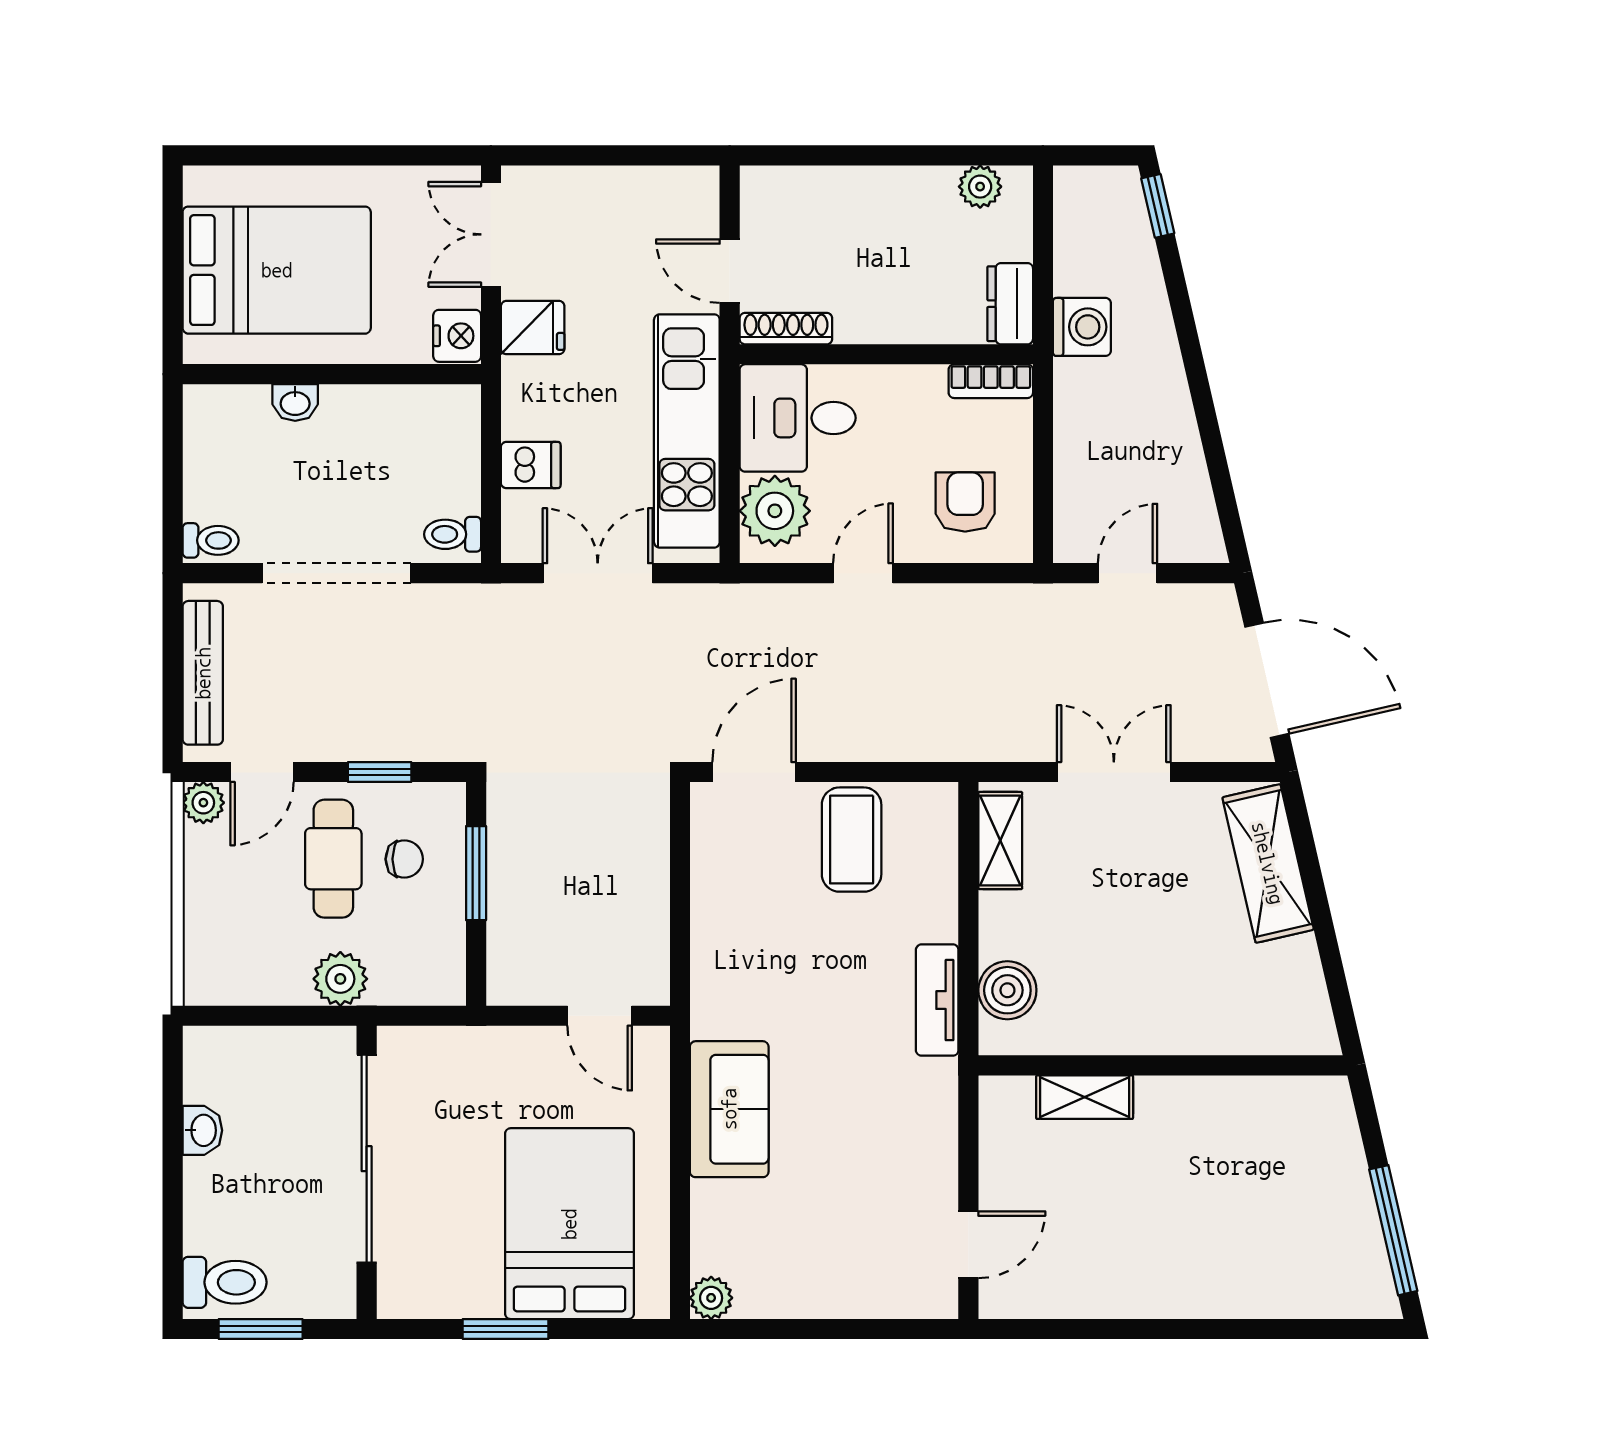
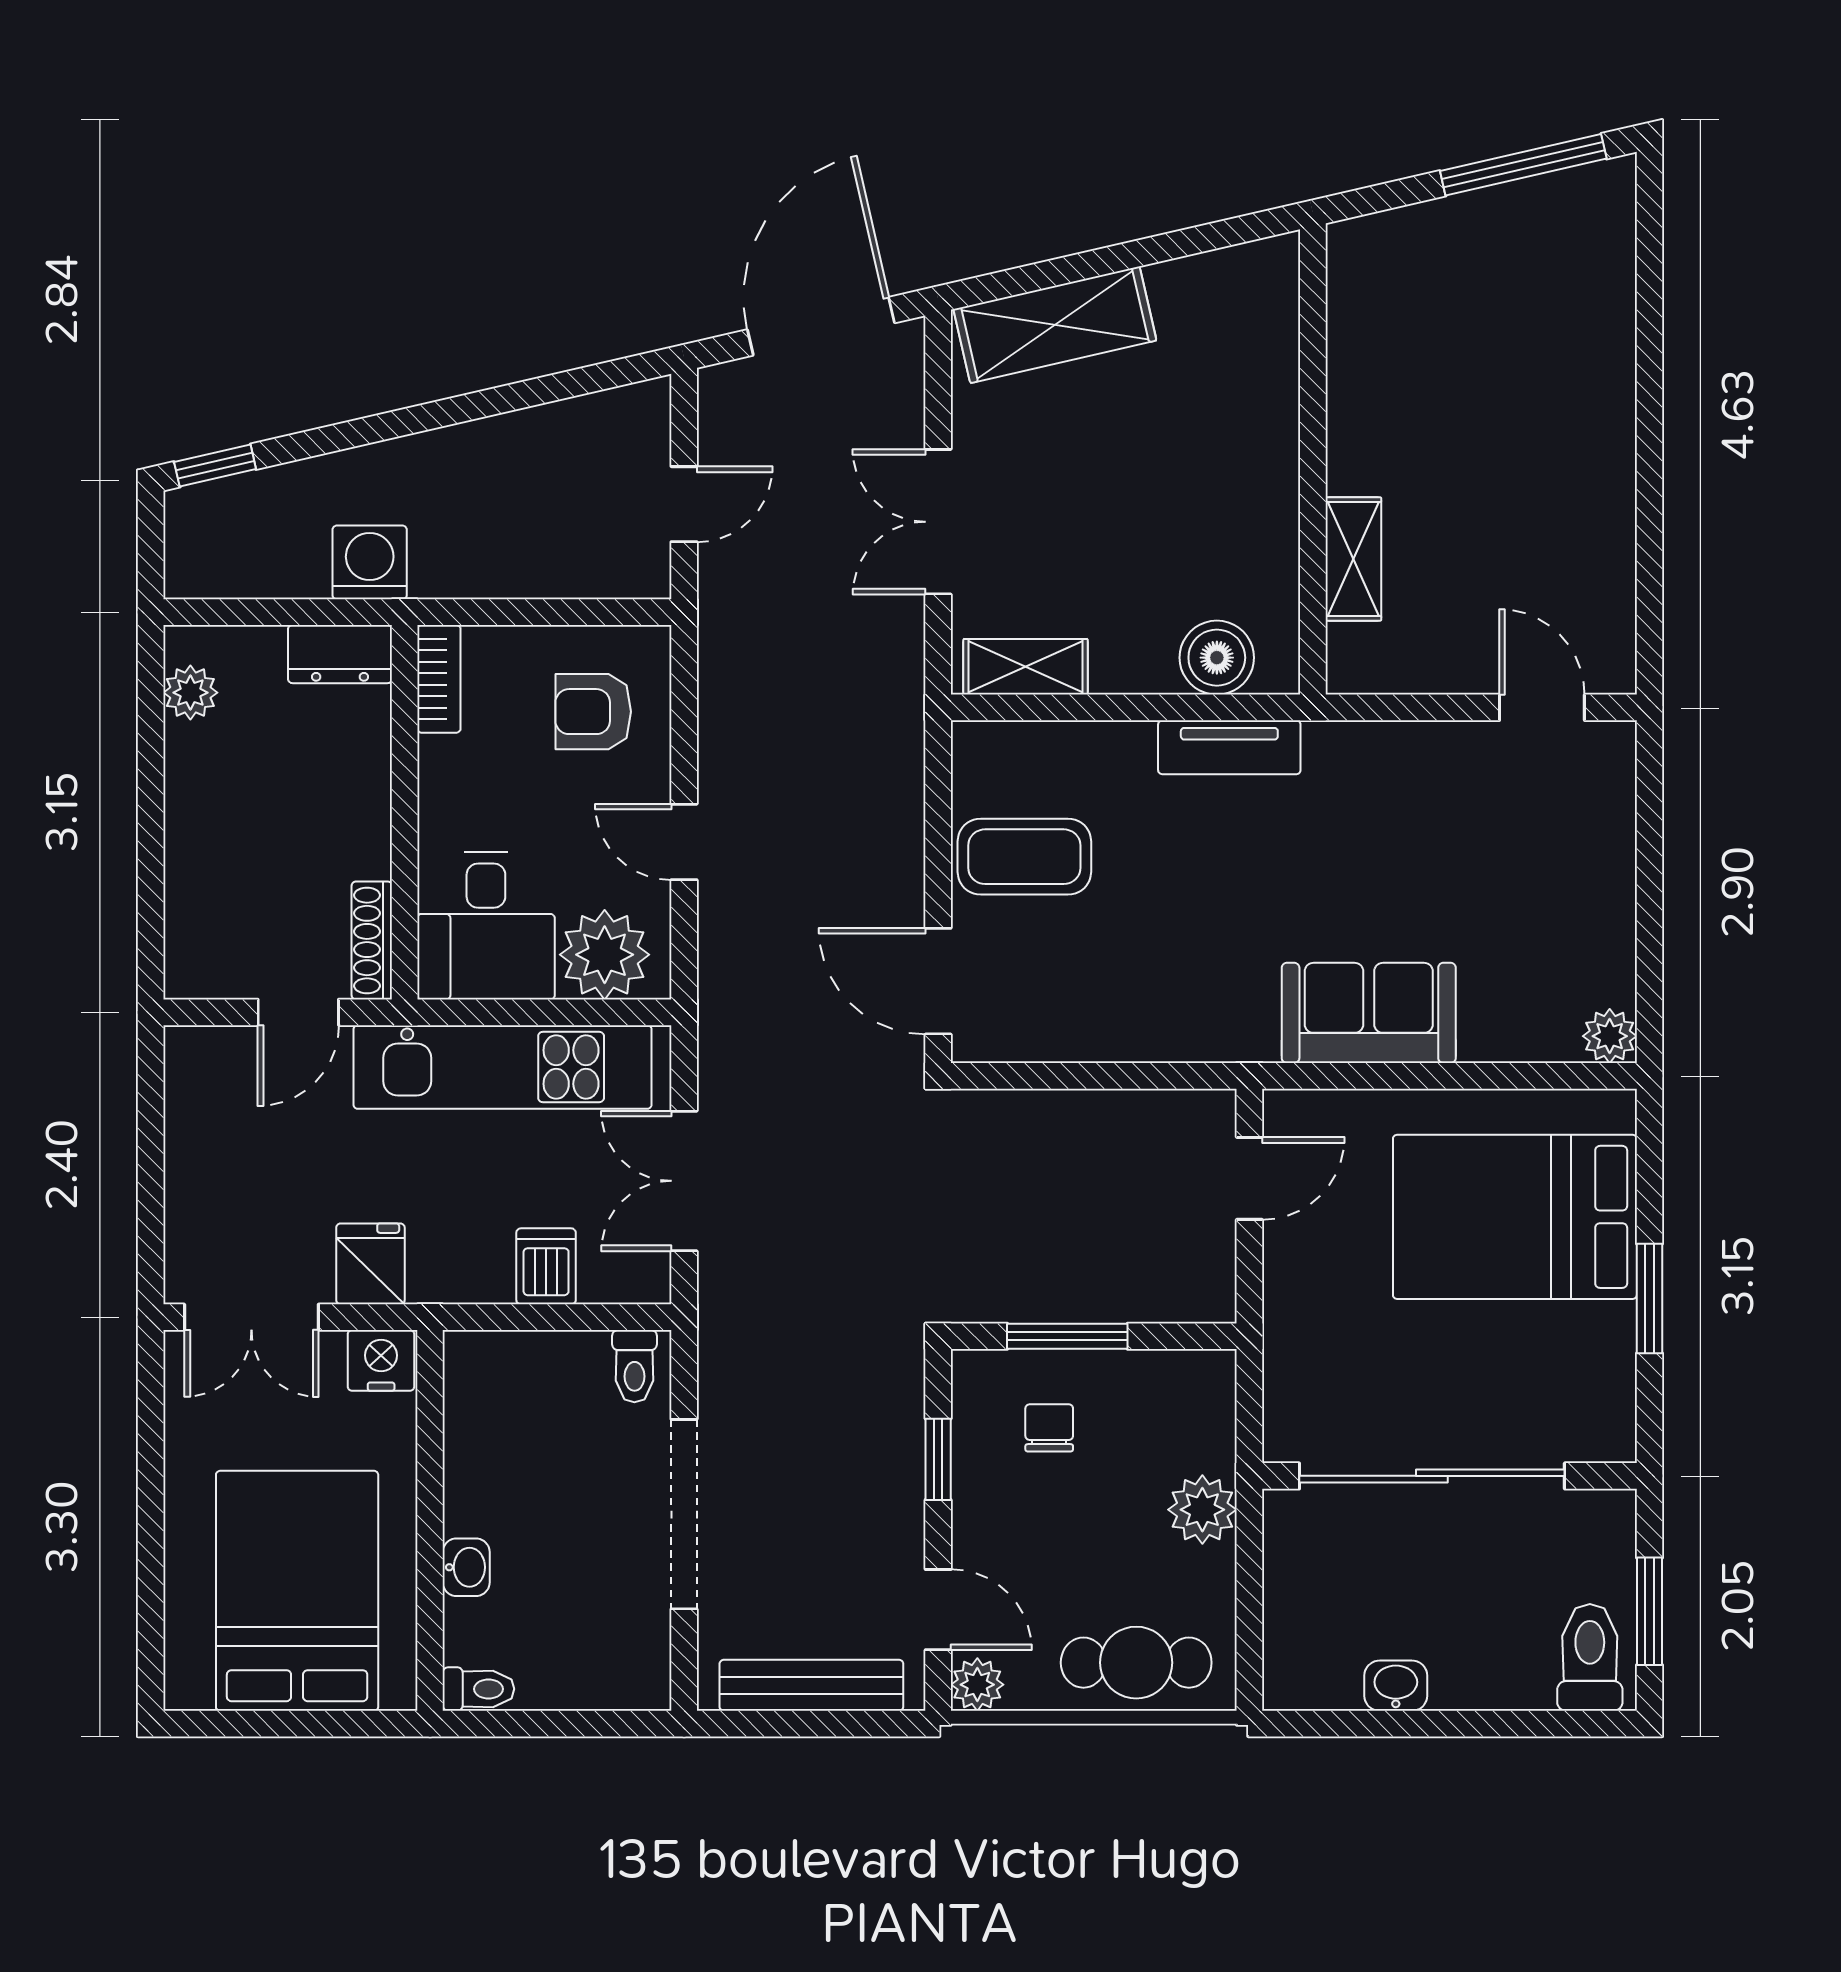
toilet: (211, 540) -> (478, 1689), moved, turned 90
door: (1128, 573) -> (684, 504), swing flipped
cafe table: (333, 859) -> (1136, 1663), moved

